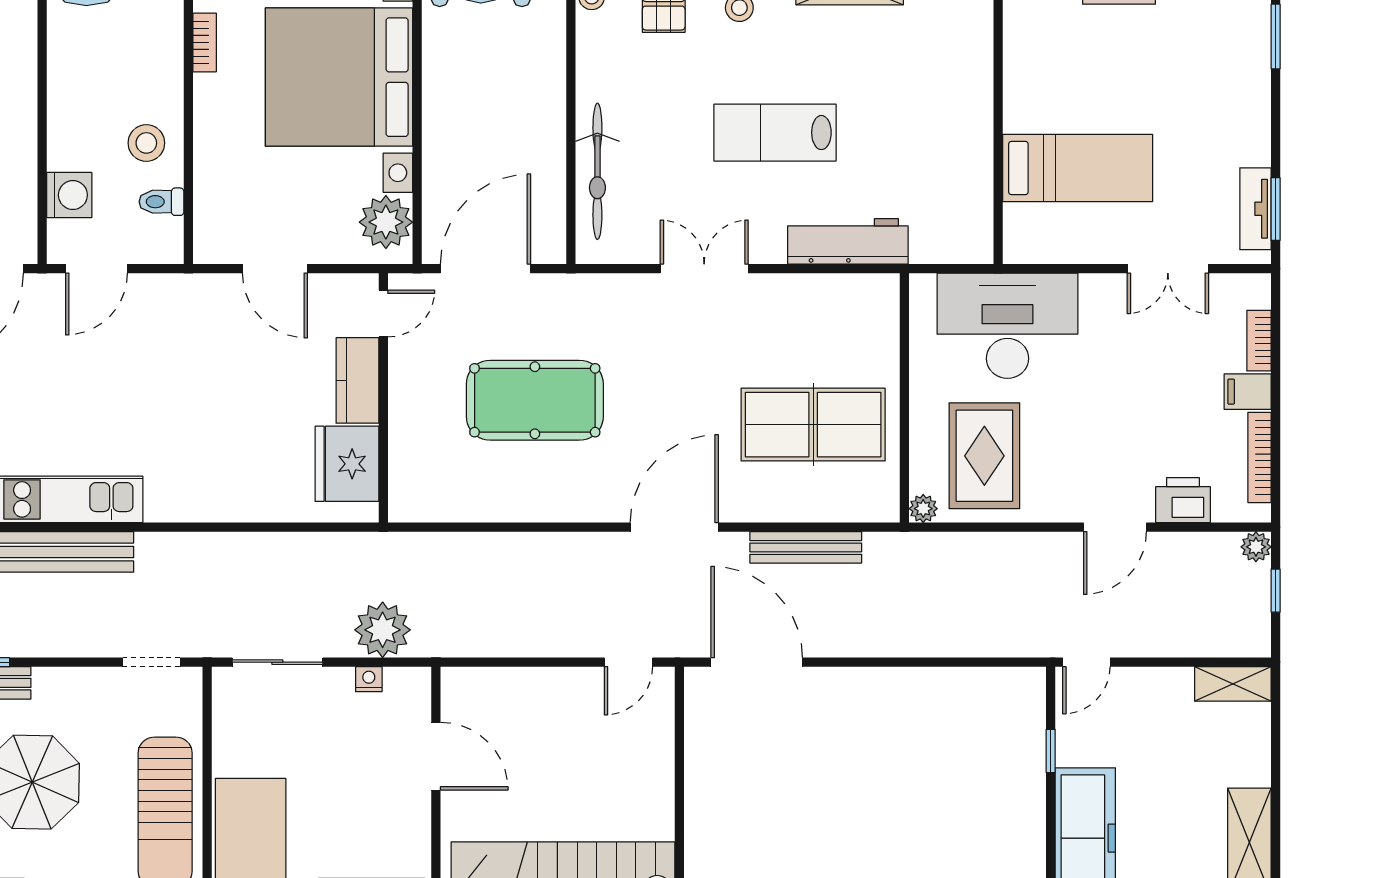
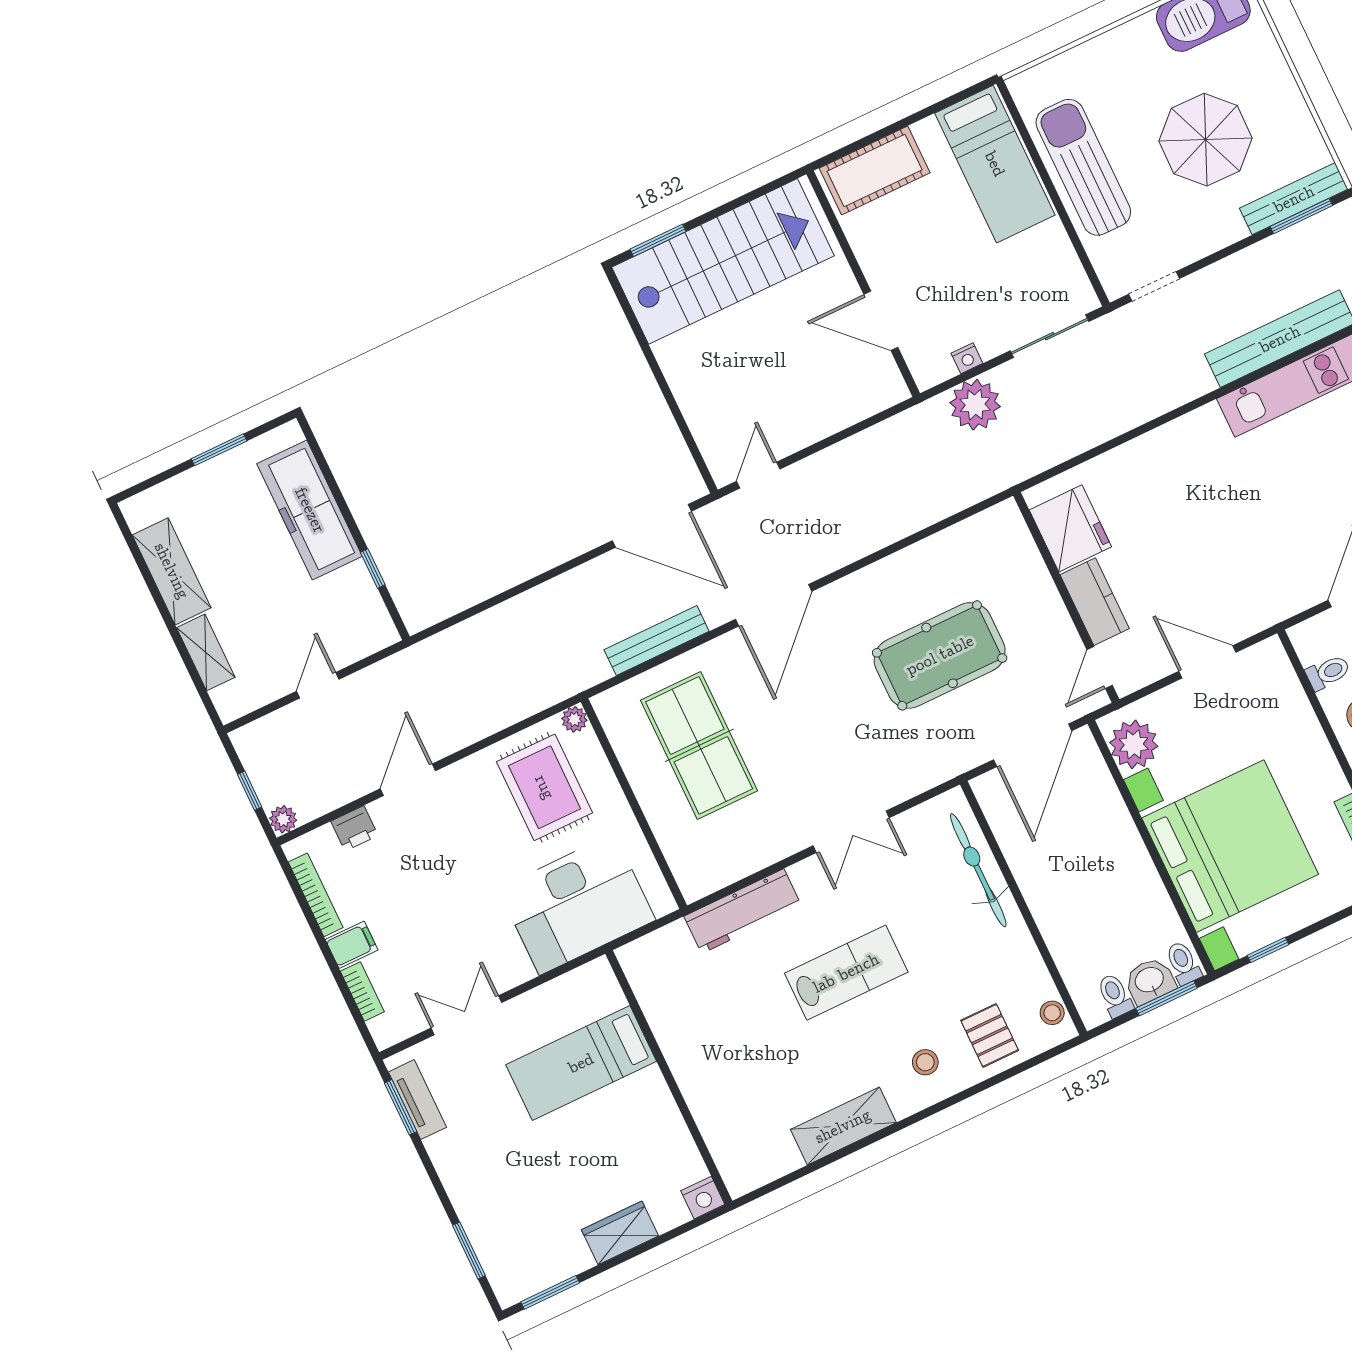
table tennis table: (813, 425) -> (699, 745), turned 90
printer: (1183, 500) -> (354, 828), width x0.73, depth x0.81
door: (1086, 662) -> (318, 685), moved
shelving: (1233, 684) -> (206, 652), moved, turned 90

